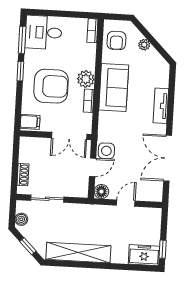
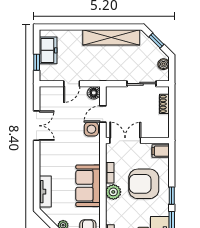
tv unit: (161, 106) -> (45, 192), moved
double door: (168, 158) -> (37, 126), width x0.73
window: (163, 249) -> (37, 62), moved
freezer: (144, 255) -> (48, 50), moved, turned -90

